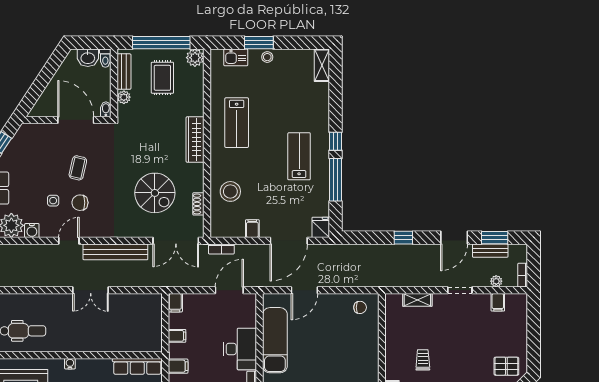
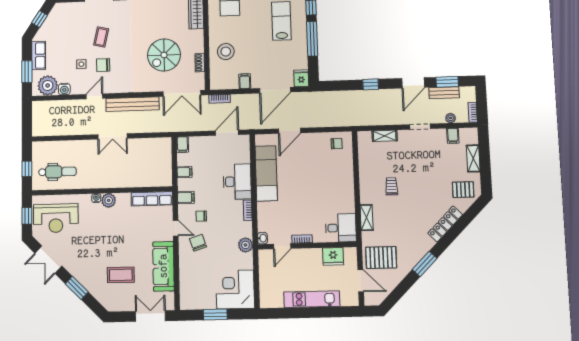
spiral stairs: (155, 193) -> (164, 55), turned 90
shelving: (520, 330) -> (473, 158), added
plant: (85, 367) -> (109, 200), added

